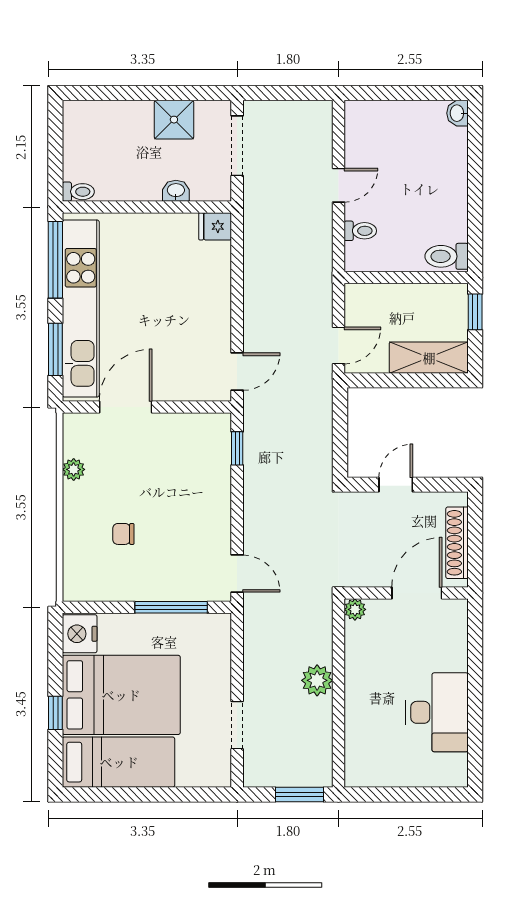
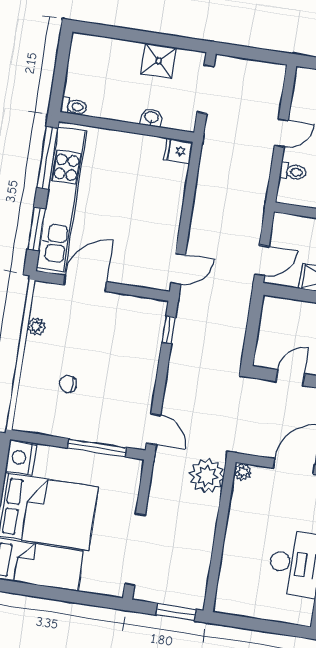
plant: (317, 680) -> (207, 476), moved, width x1.36, depth x1.36
doorway: (237, 725) -> (135, 549), width x1.87

